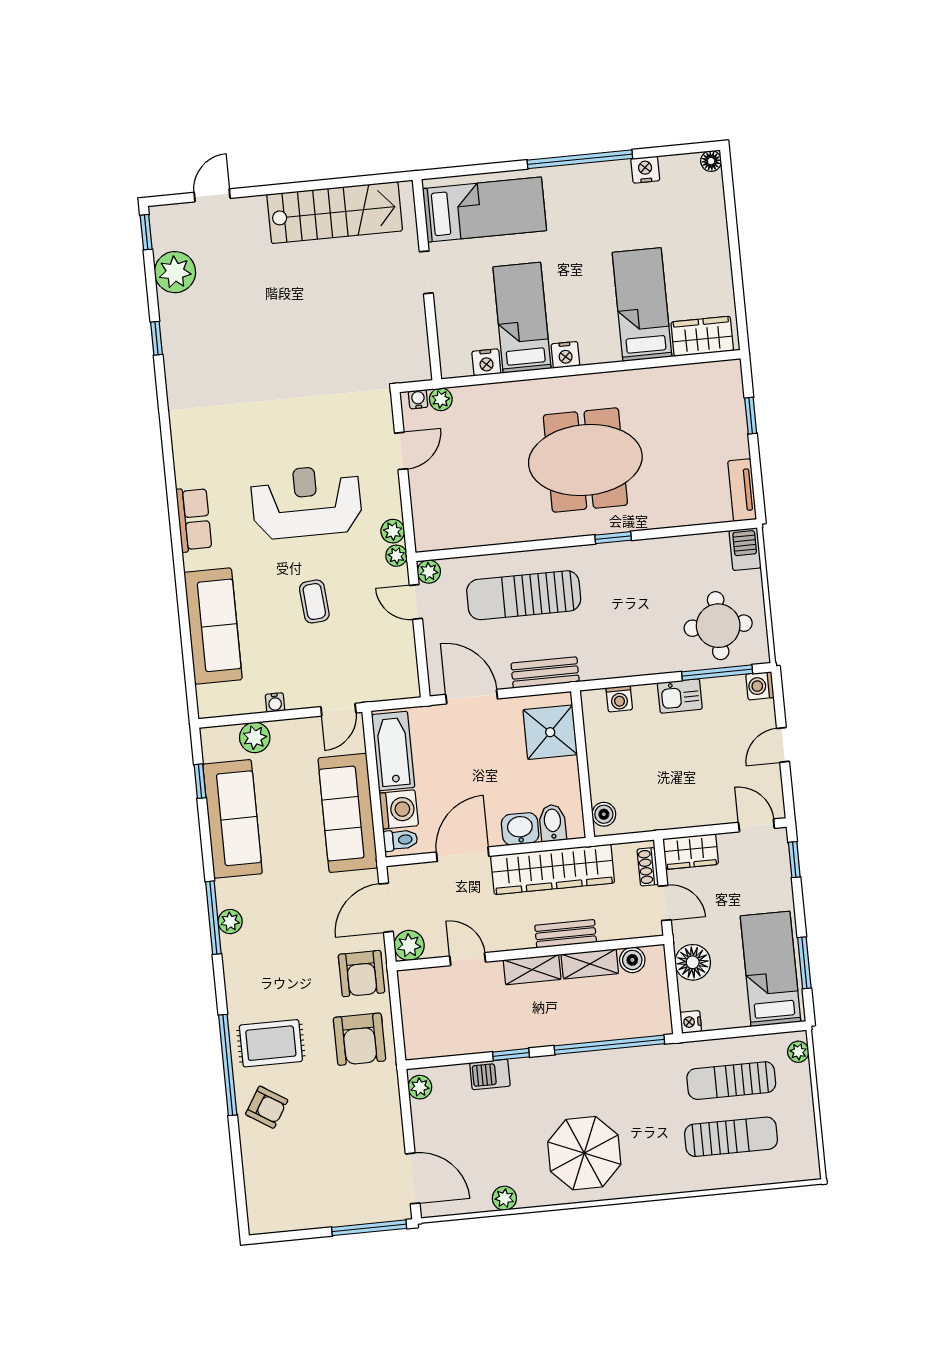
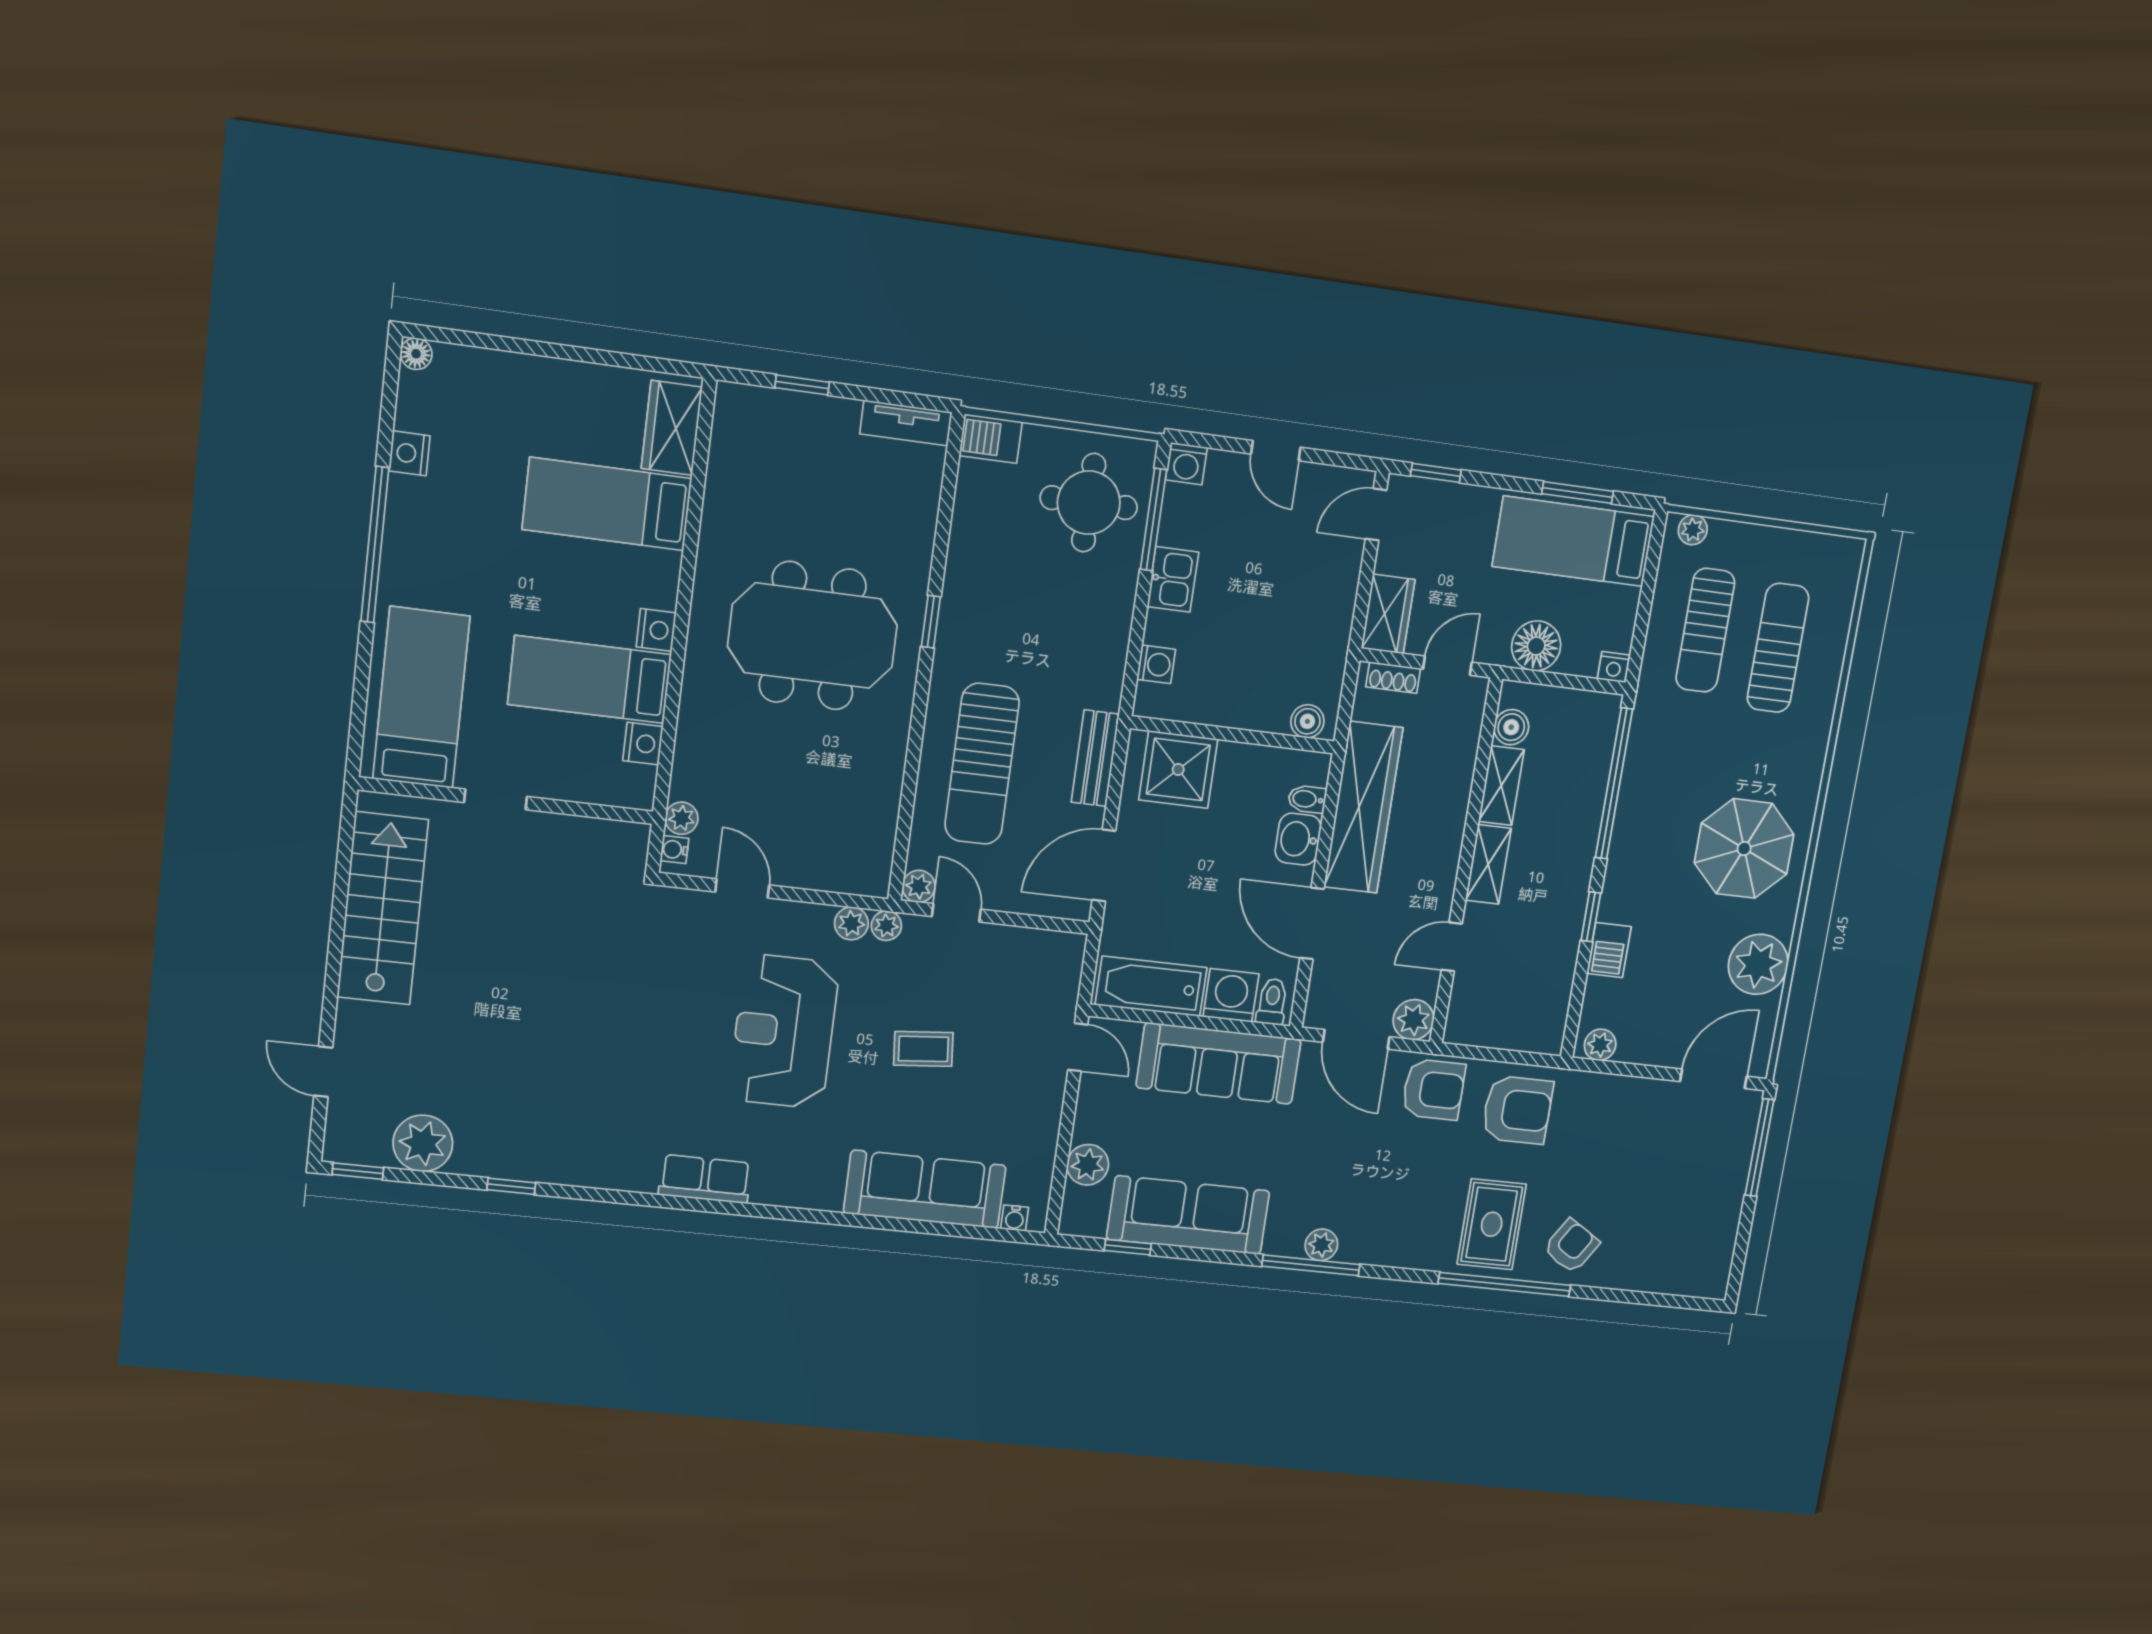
meeting table: (585, 460) -> (813, 636), turned 90
row of seats: (194, 519) -> (705, 1179), moved
door: (416, 602) -> (956, 913), swing flipped
water cooler: (275, 703) -> (1015, 1218), moved, turned 90
bidet: (553, 823) -> (1307, 799), width x0.72, depth x0.74
bench: (566, 934) -> (1453, 809), removed
plant: (504, 1198) -> (1758, 964), width x1.88, depth x1.88

